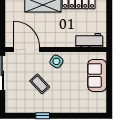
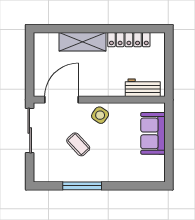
door: (27, 50) -> (61, 100), hinge flipped
window: (43, 116) -> (82, 186), width x2.17

